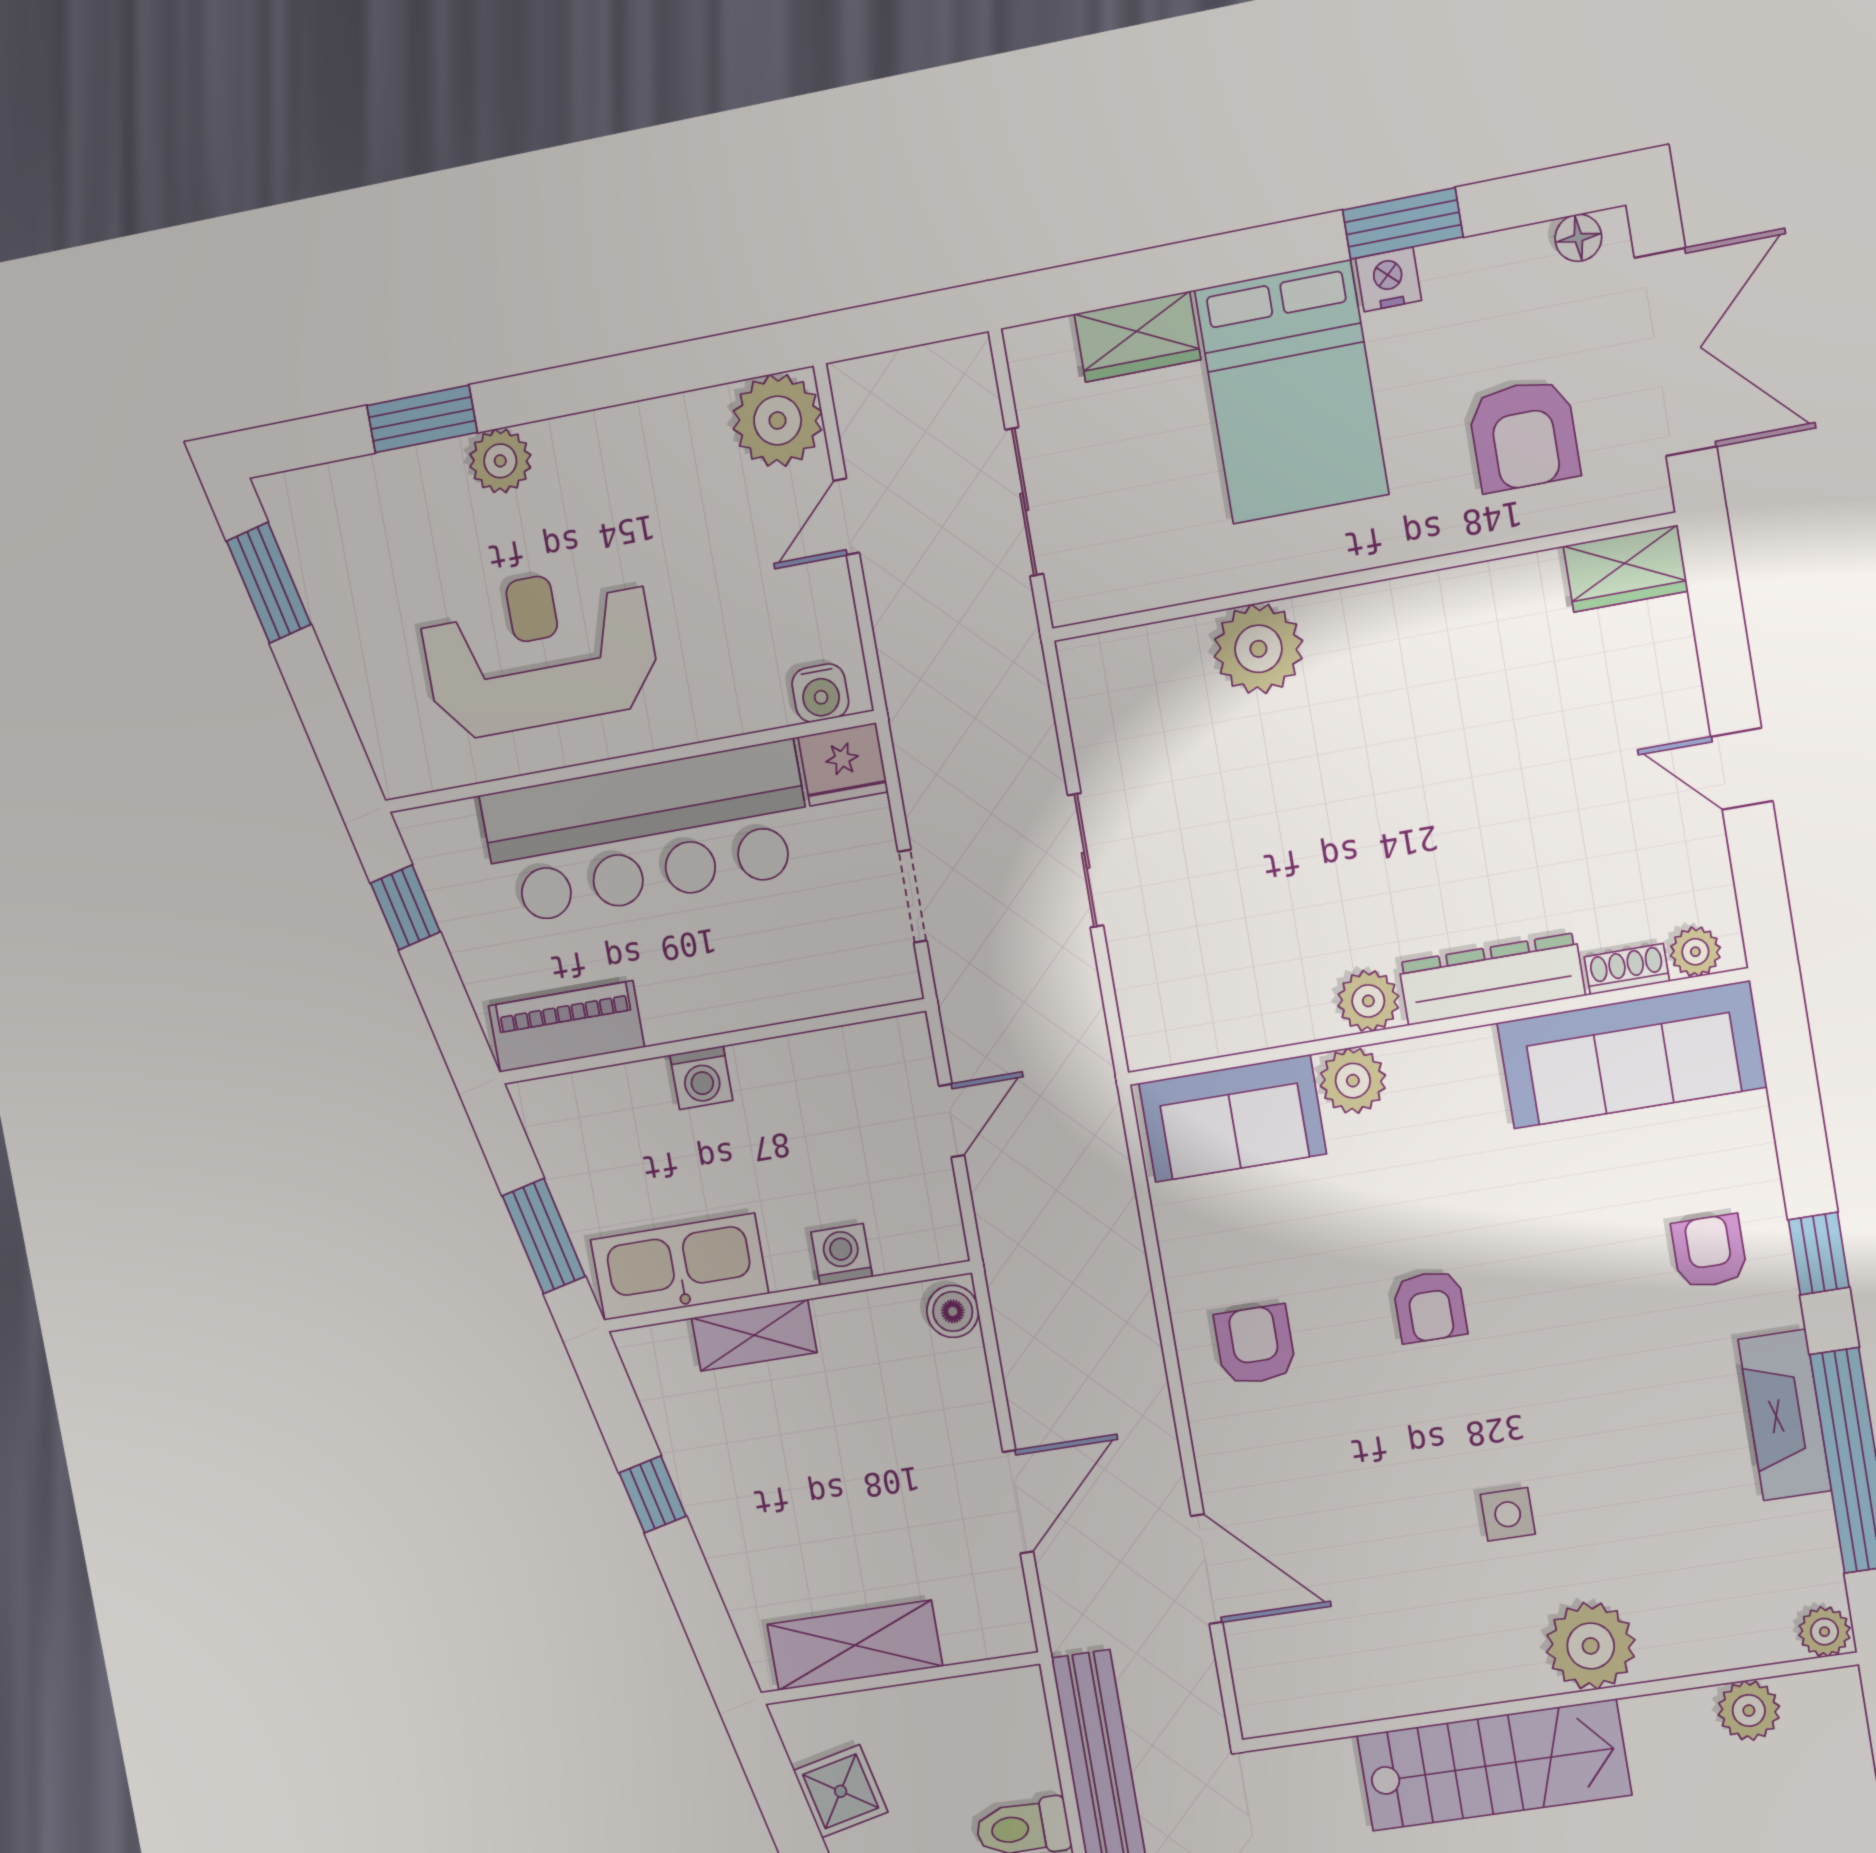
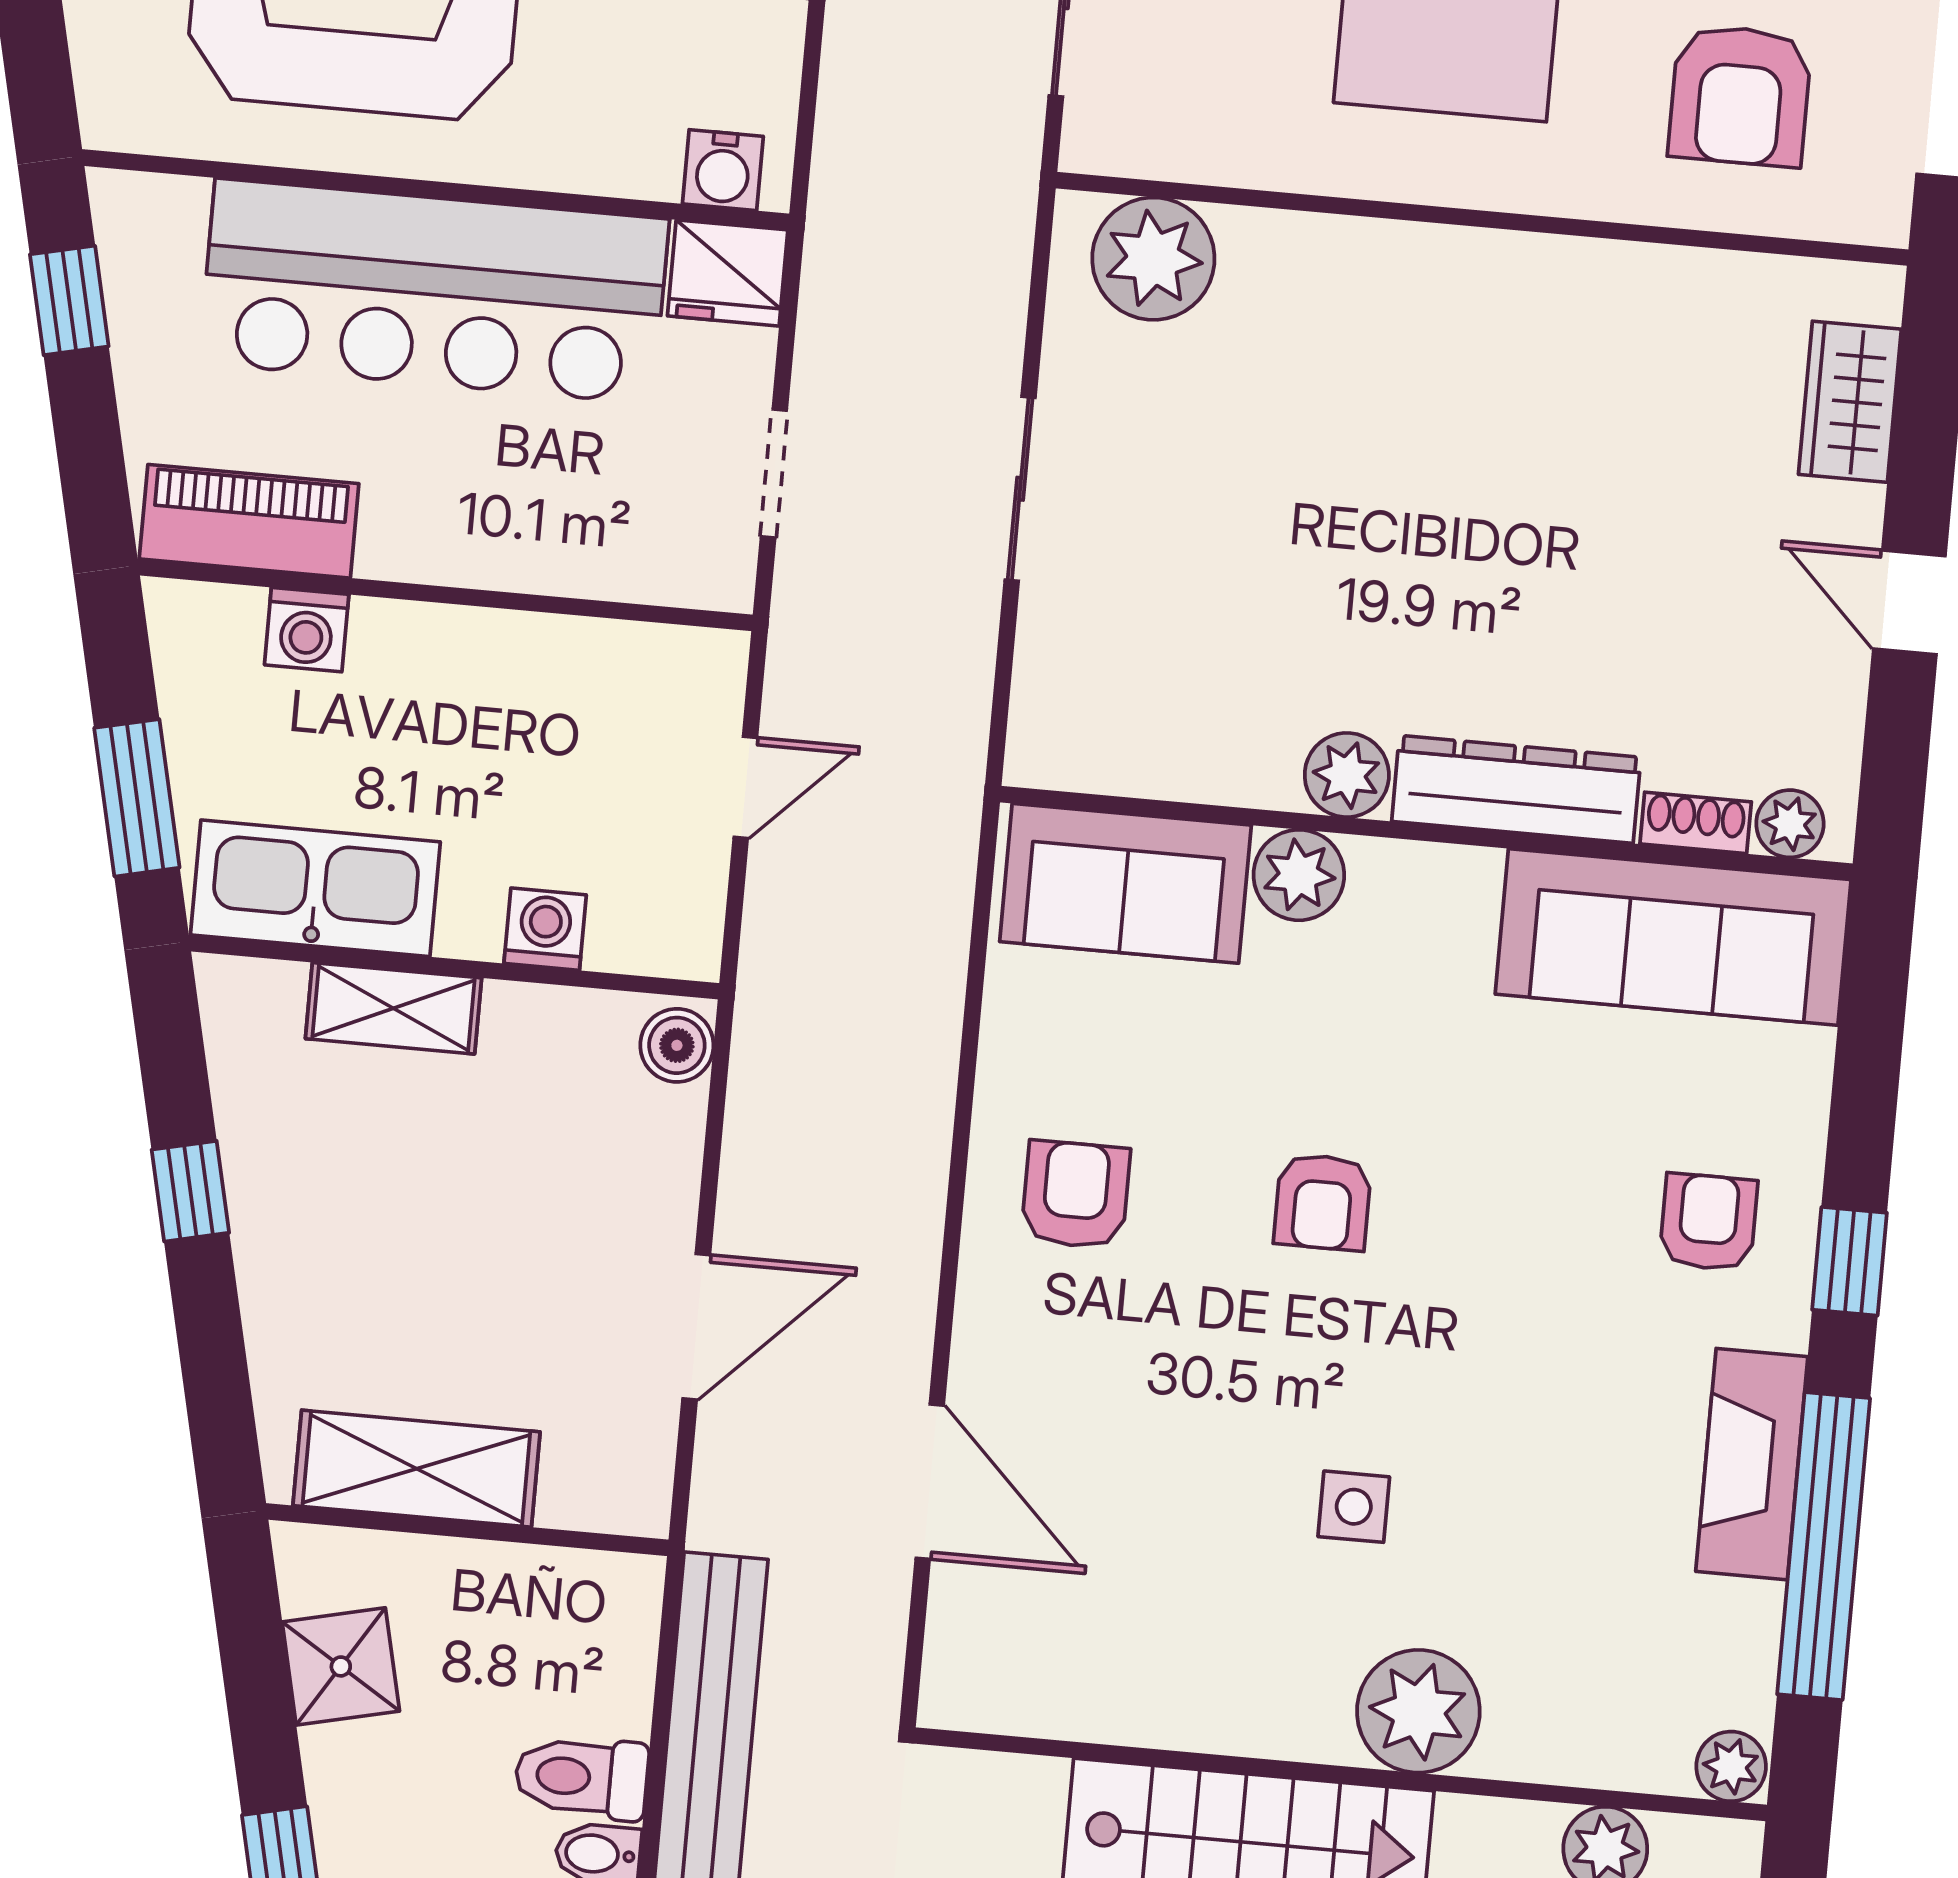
wardrobe: (1626, 569) -> (1850, 402), moved, turned 90
plant: (1258, 649) -> (1153, 259), moved
washing machine: (701, 1078) -> (307, 630), moved

